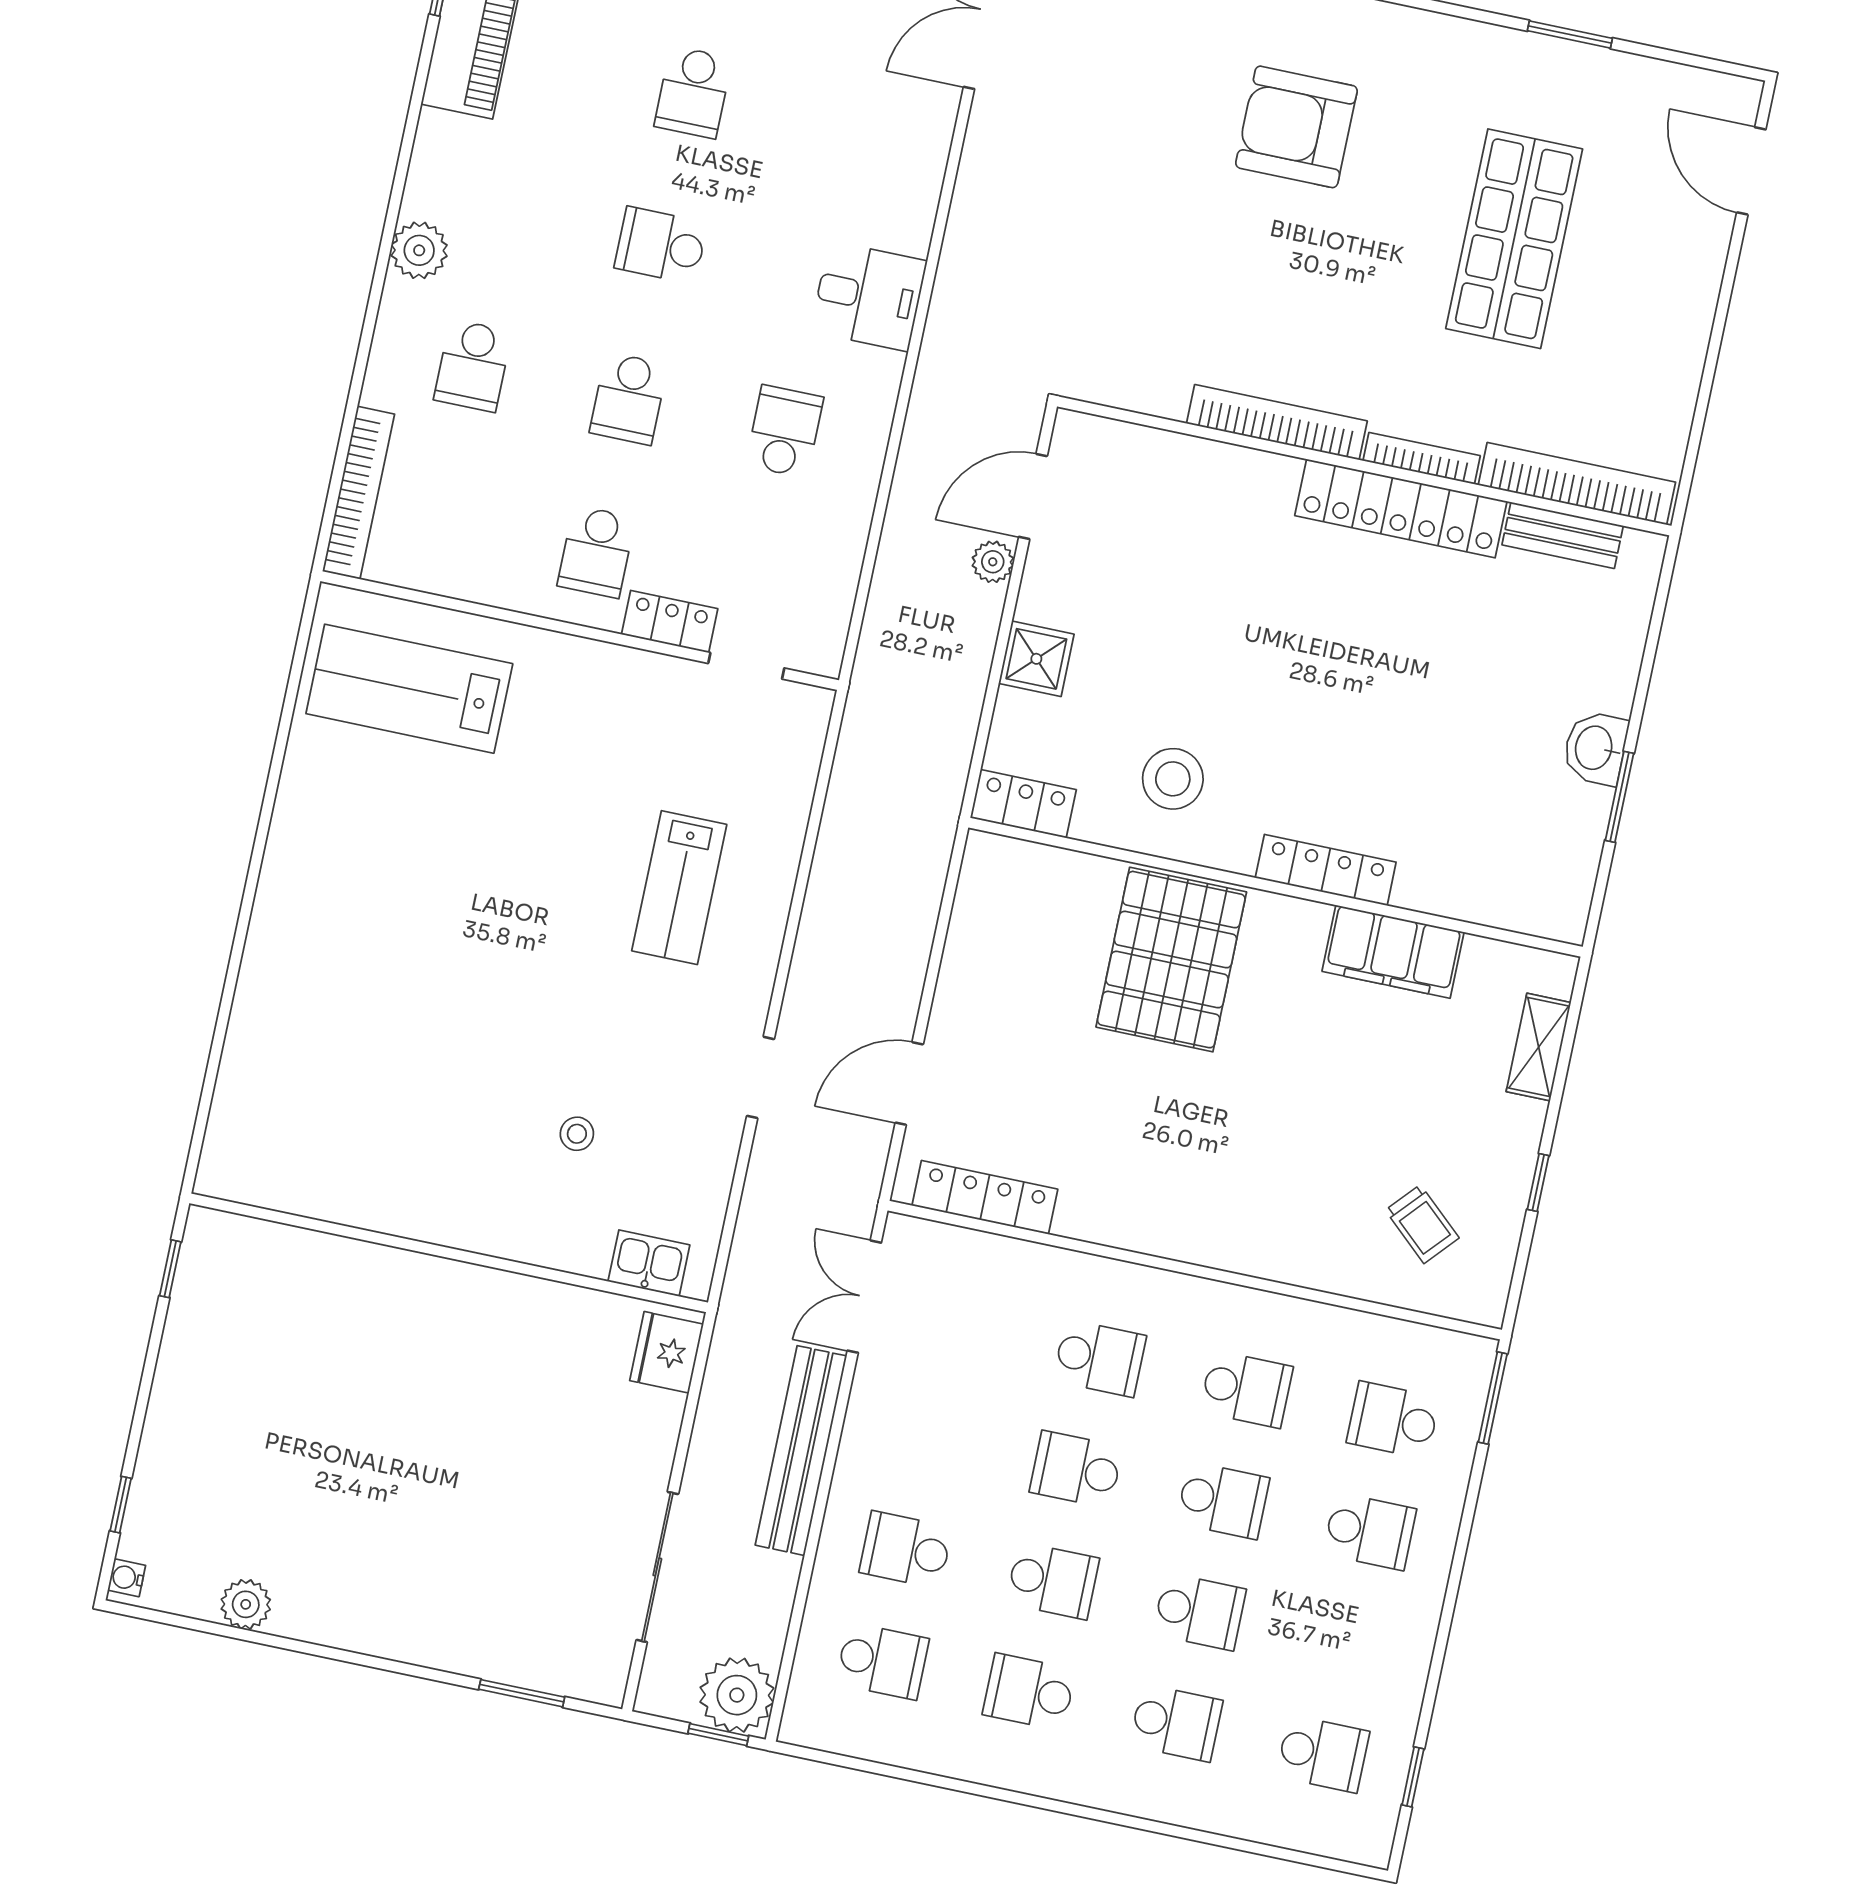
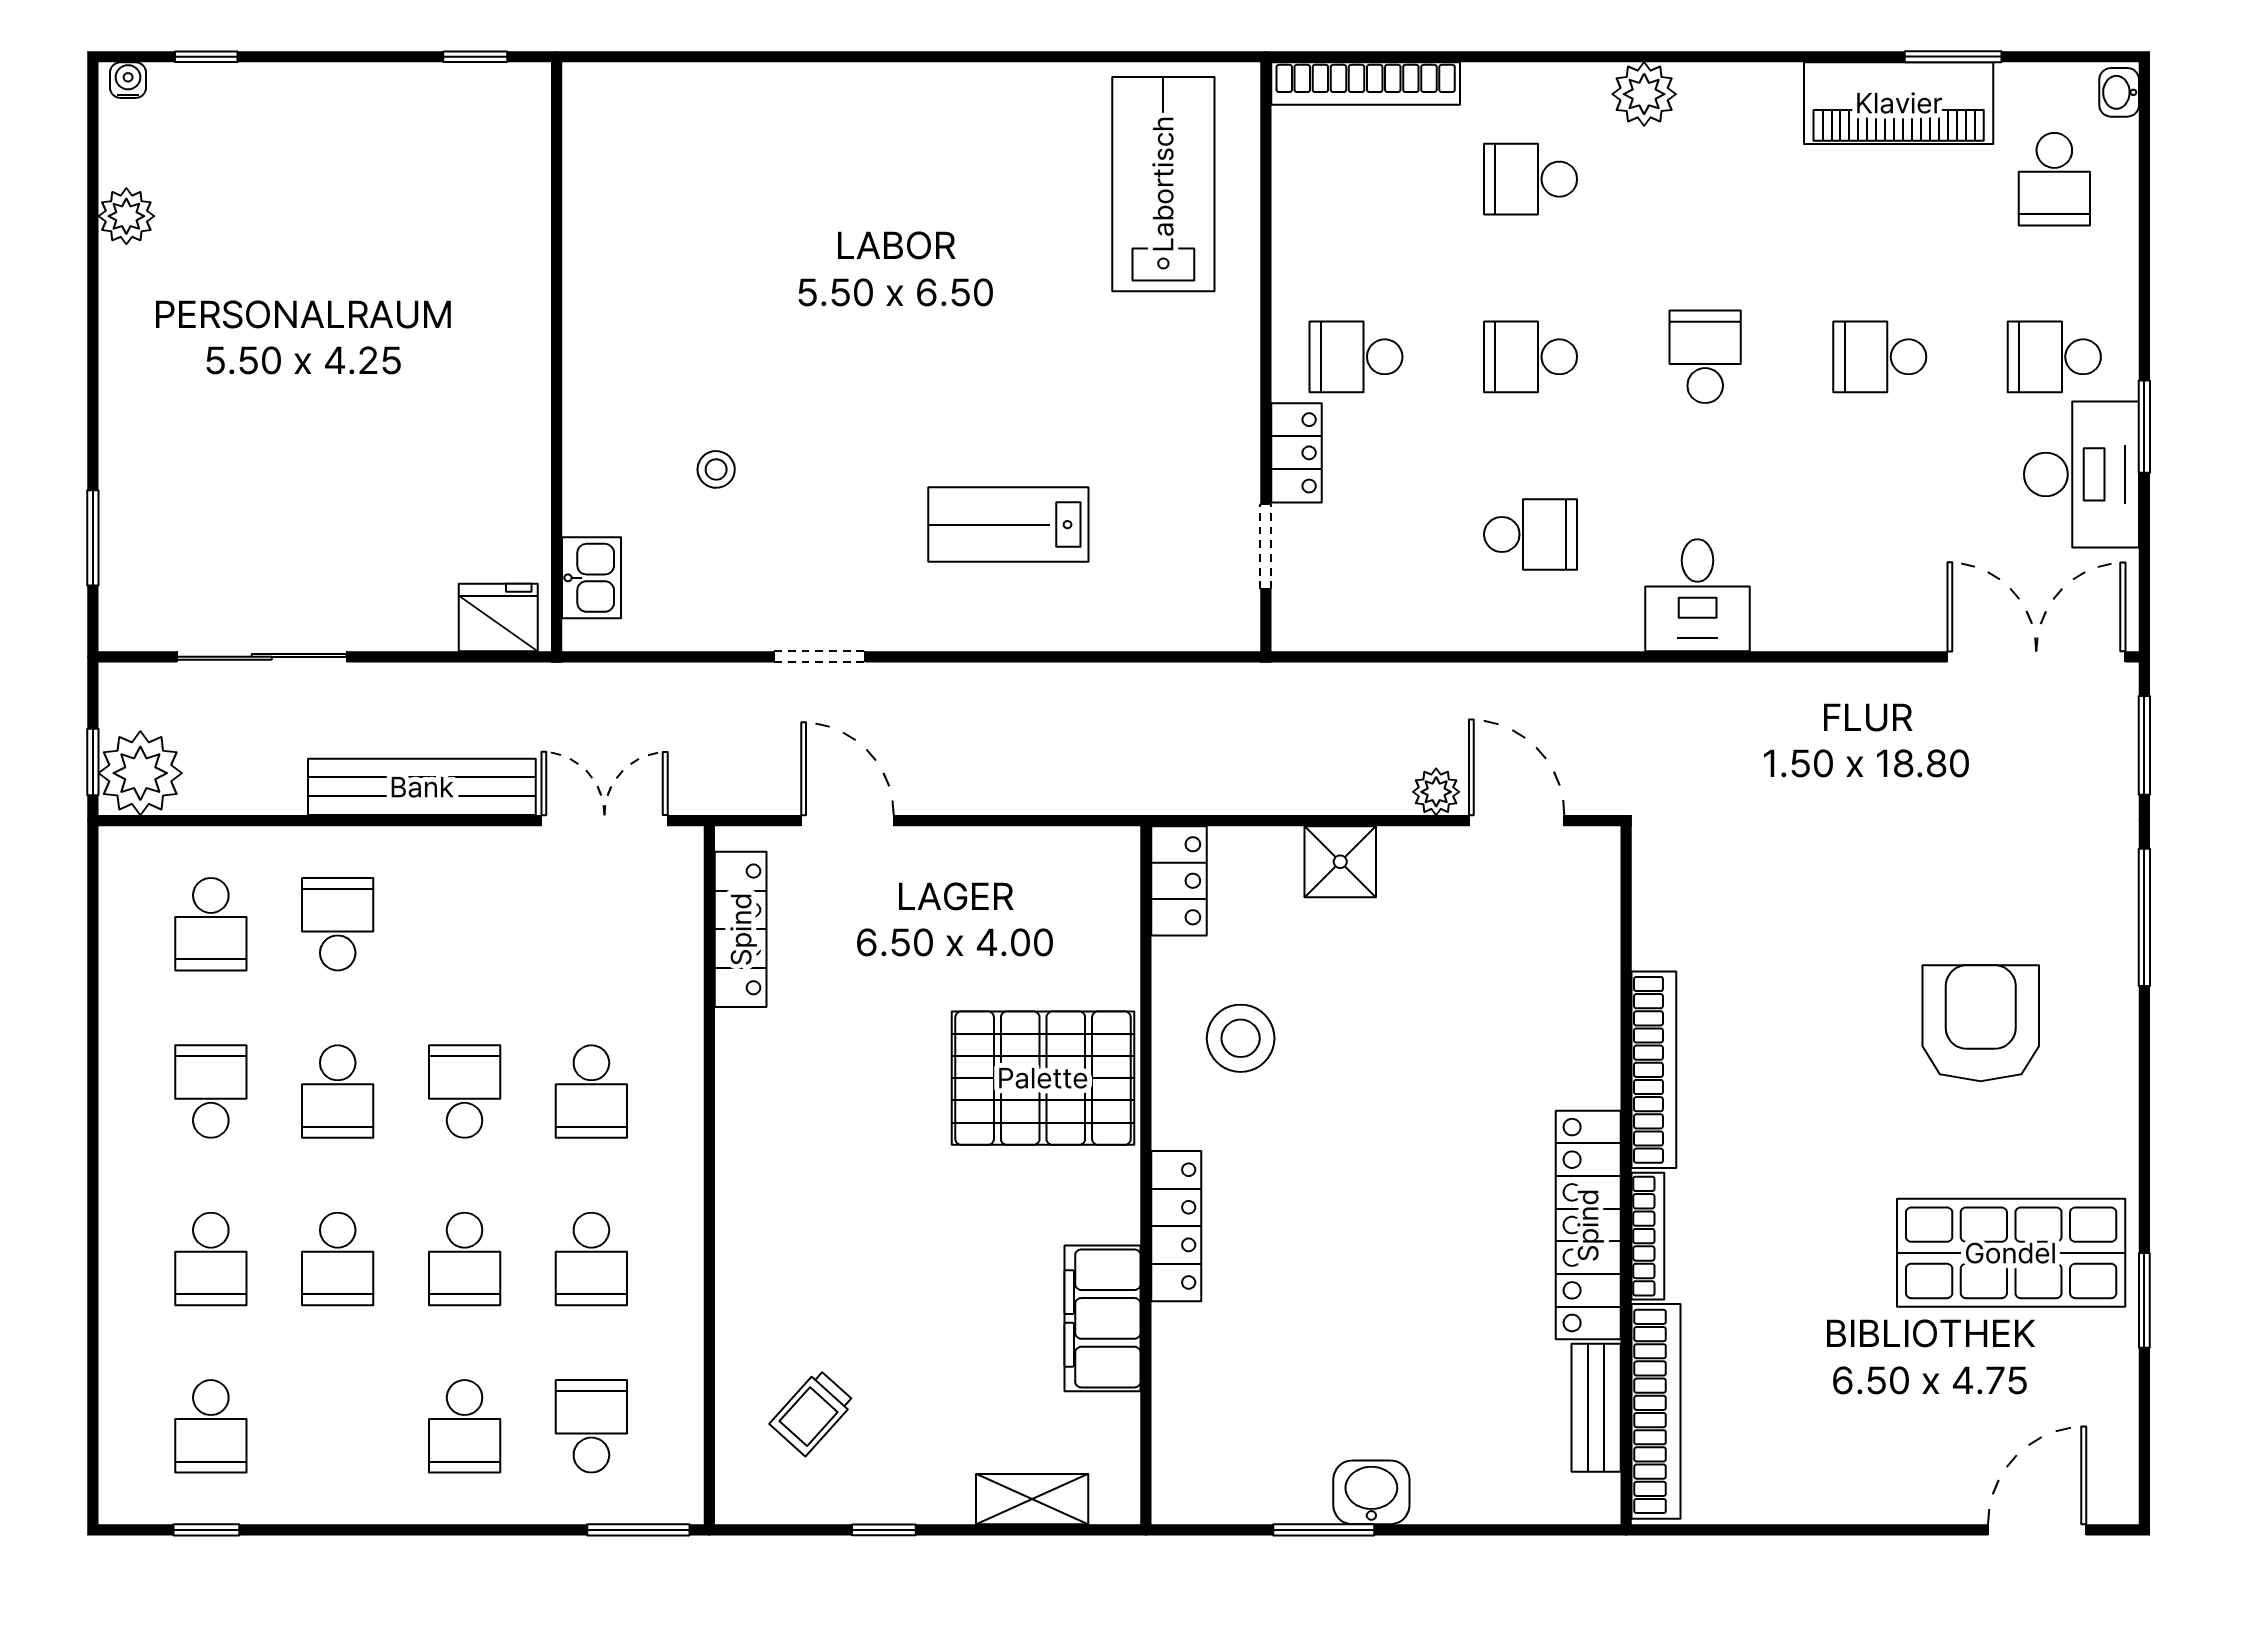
shop shelf: (1514, 239) -> (2011, 1253), moved

